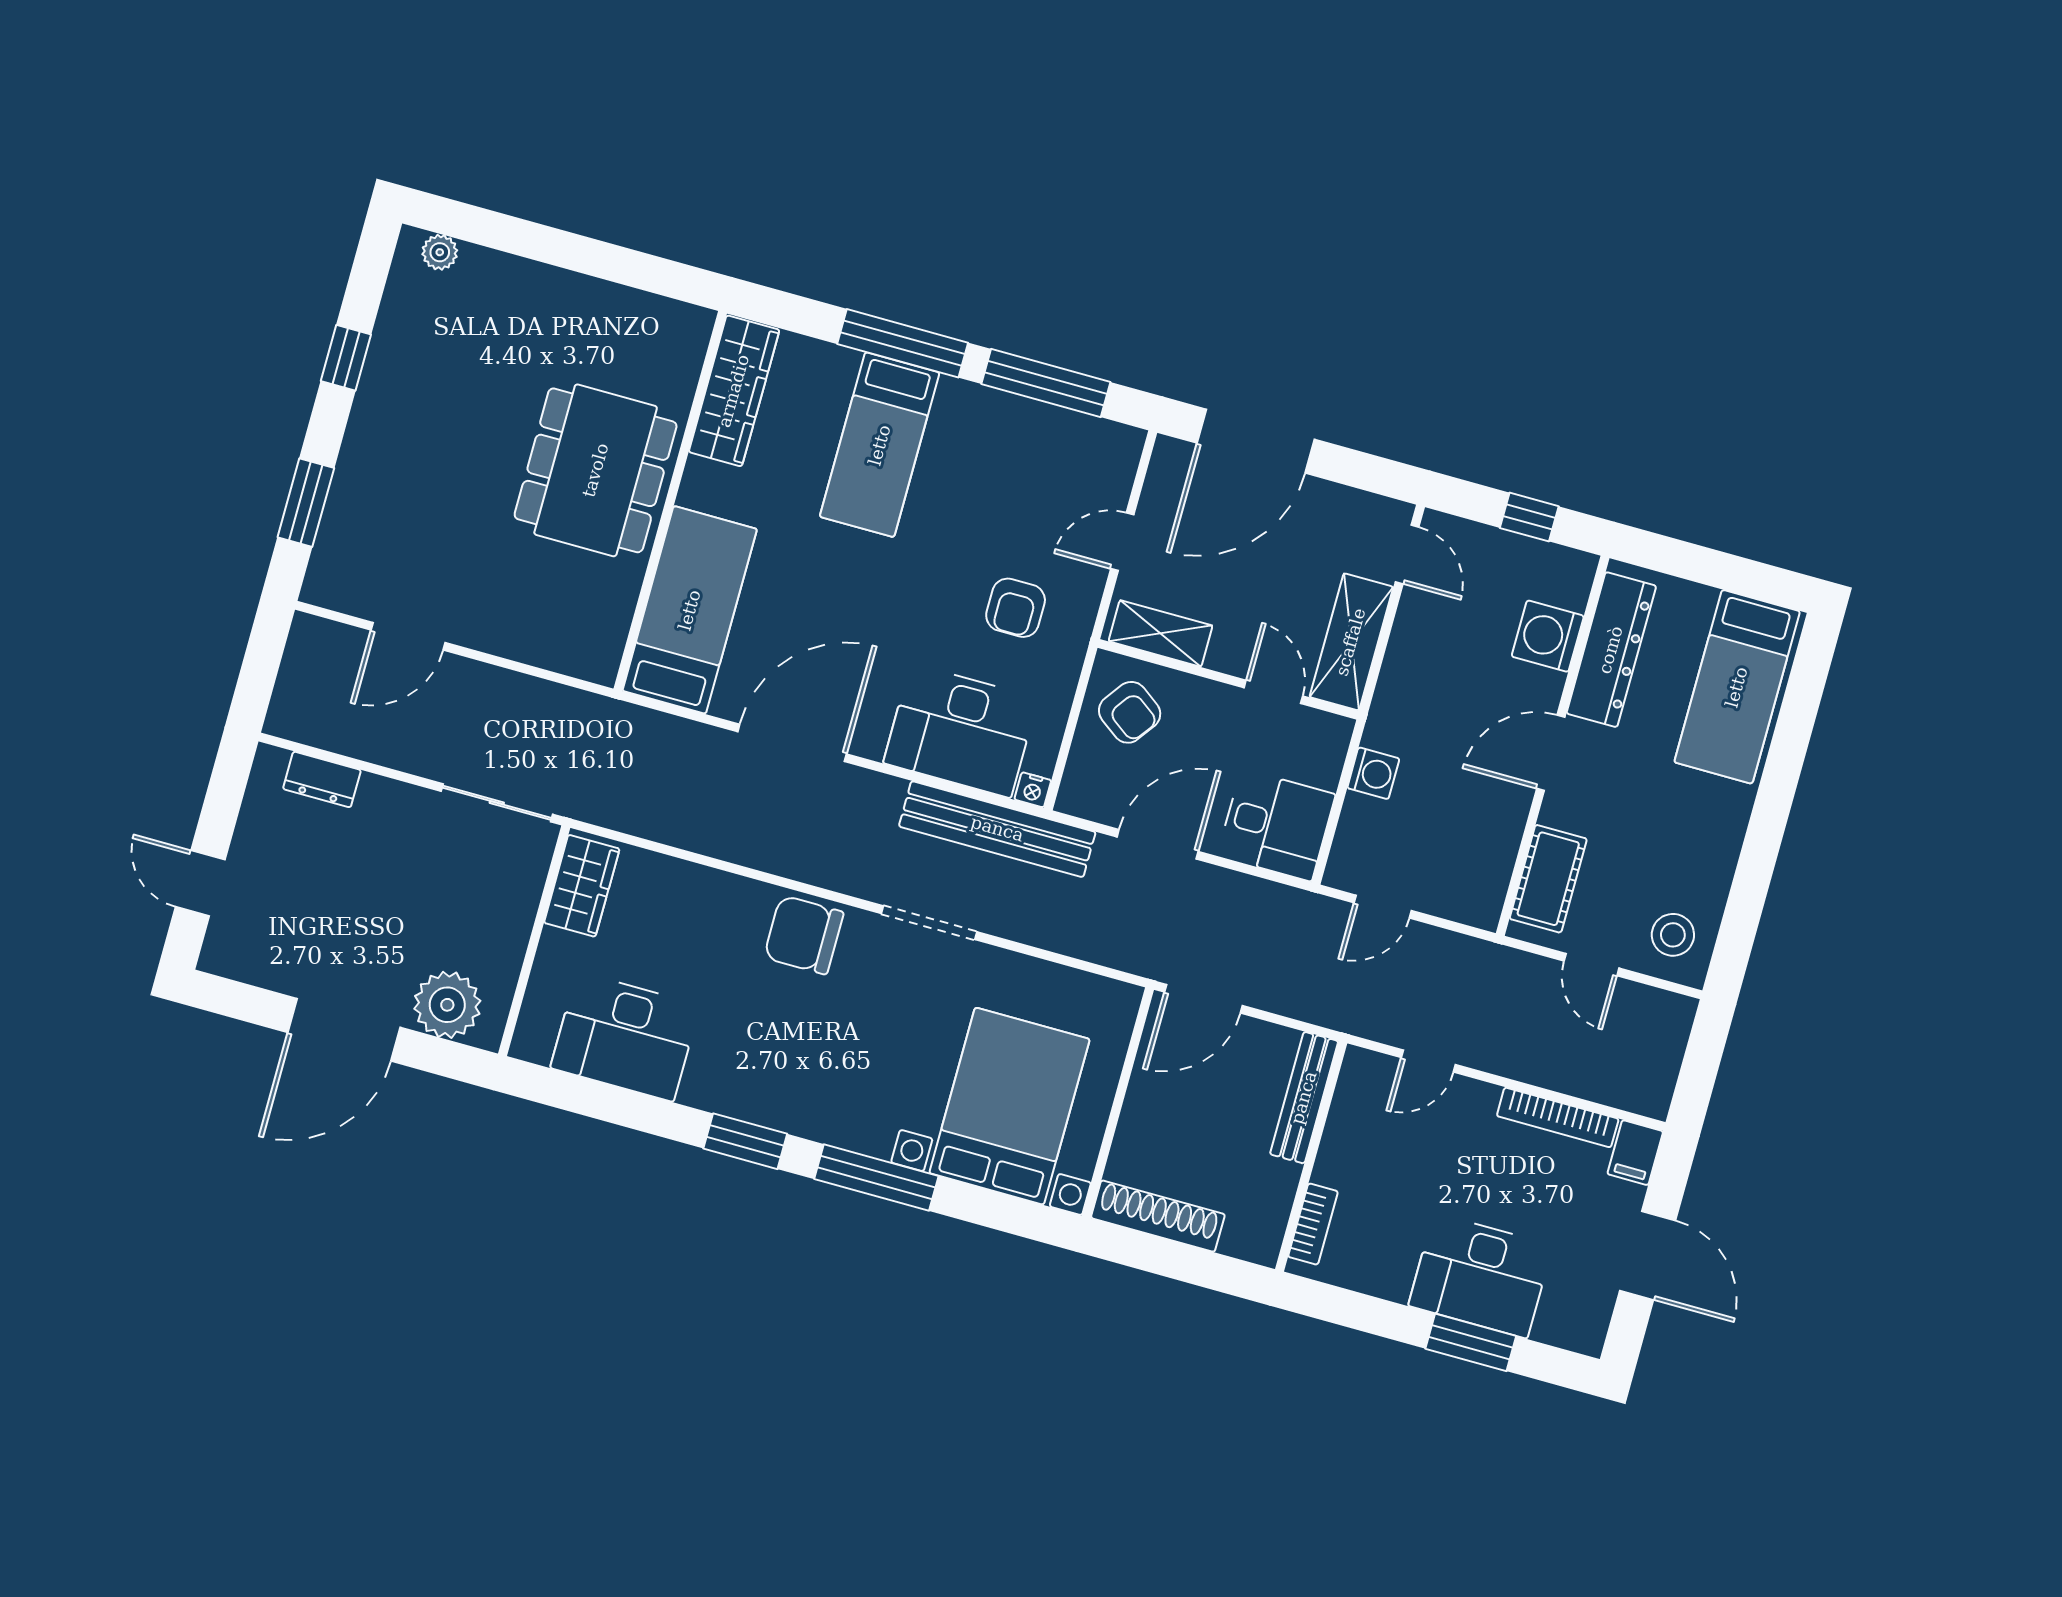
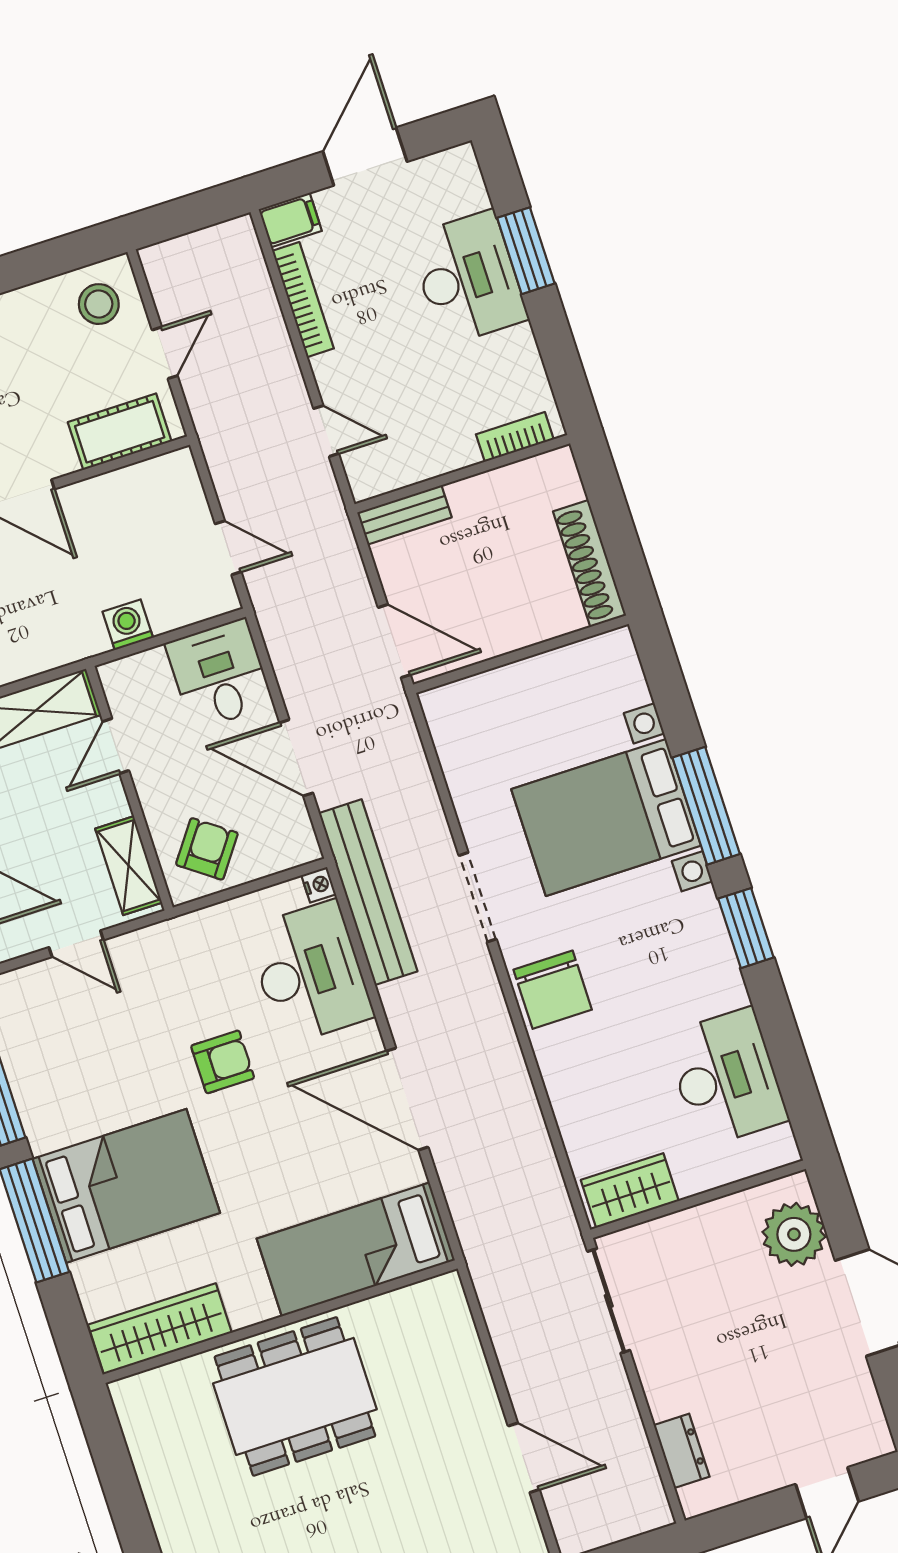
bed: (880, 445) -> (126, 1186), width x1.50
armchair: (1016, 608) -> (223, 1062), moved
bench: (1304, 1098) -> (404, 515), width x0.73
bed with nightstands: (1009, 1106) -> (606, 817), moved

